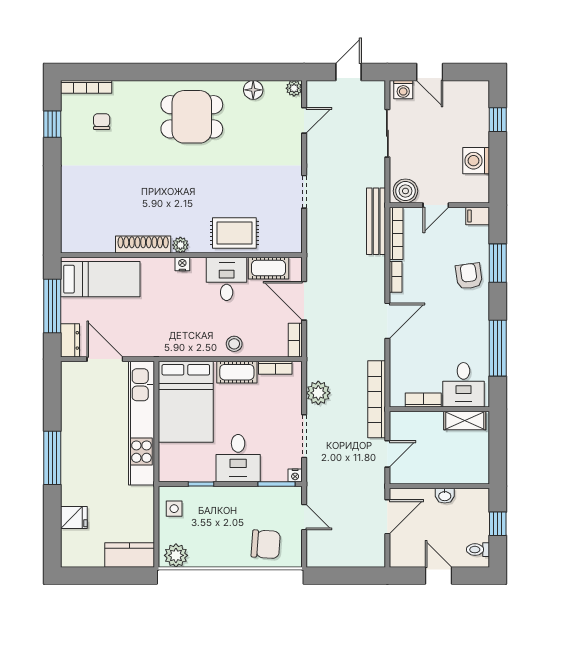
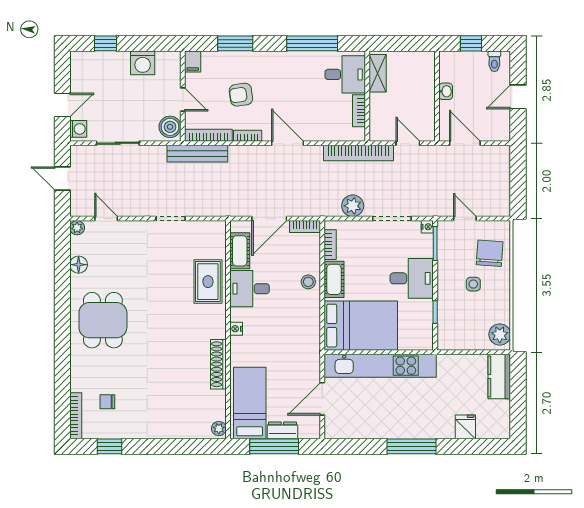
plant: (180, 245) -> (219, 429), moved
armchair: (469, 276) -> (241, 95), moved
dresser: (70, 340) -> (282, 430), moved
side table: (174, 509) -> (473, 284), moved
door: (304, 517) -> (465, 219), hinge flipped

